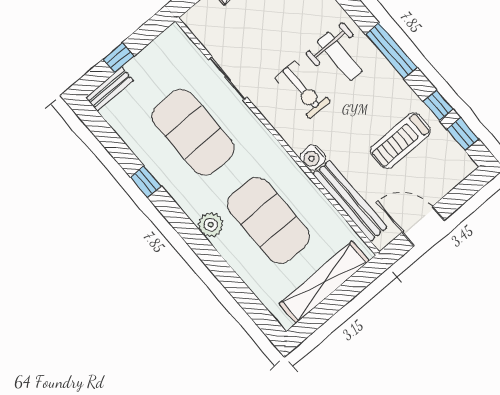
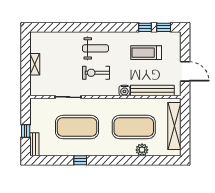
window: (391, 51) -> (110, 27), removed
exercise bike: (303, 90) -> (96, 73), turned 180
treadmill: (400, 141) -> (146, 53), turned 90
plant: (211, 225) -> (142, 150), moved
door: (423, 226) -> (185, 71), swing flipped

